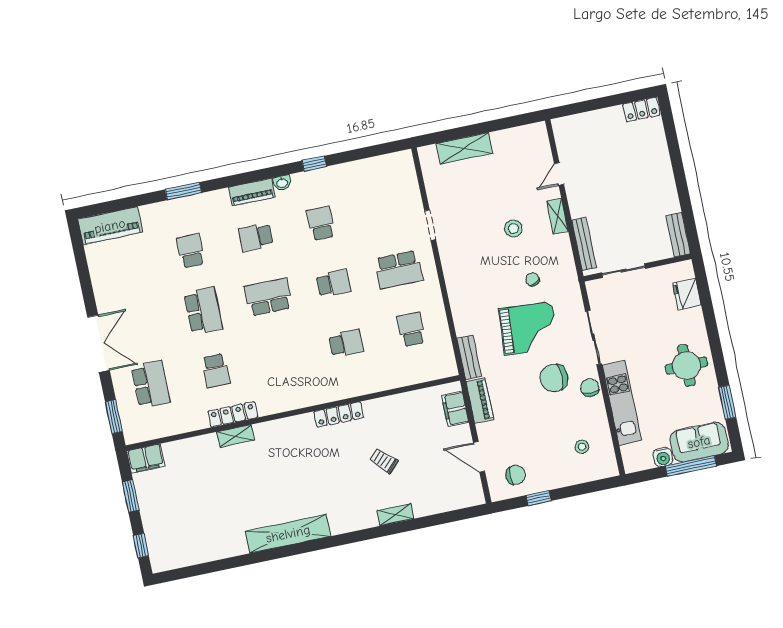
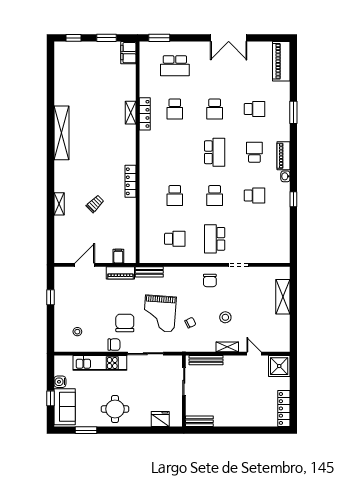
locker: (641, 110) -> (284, 408), width x1.53
shower: (570, 132) -> (279, 366), added
school desk: (203, 311) -> (215, 109), width x0.54
double door: (98, 344) -> (229, 38), moved
school desk: (216, 371) -> (175, 109), turned -90
filing cabinet: (455, 409) -> (118, 256), width x0.50
window: (691, 466) -> (51, 398), width x0.46
chair: (516, 475) -> (210, 280), moved

